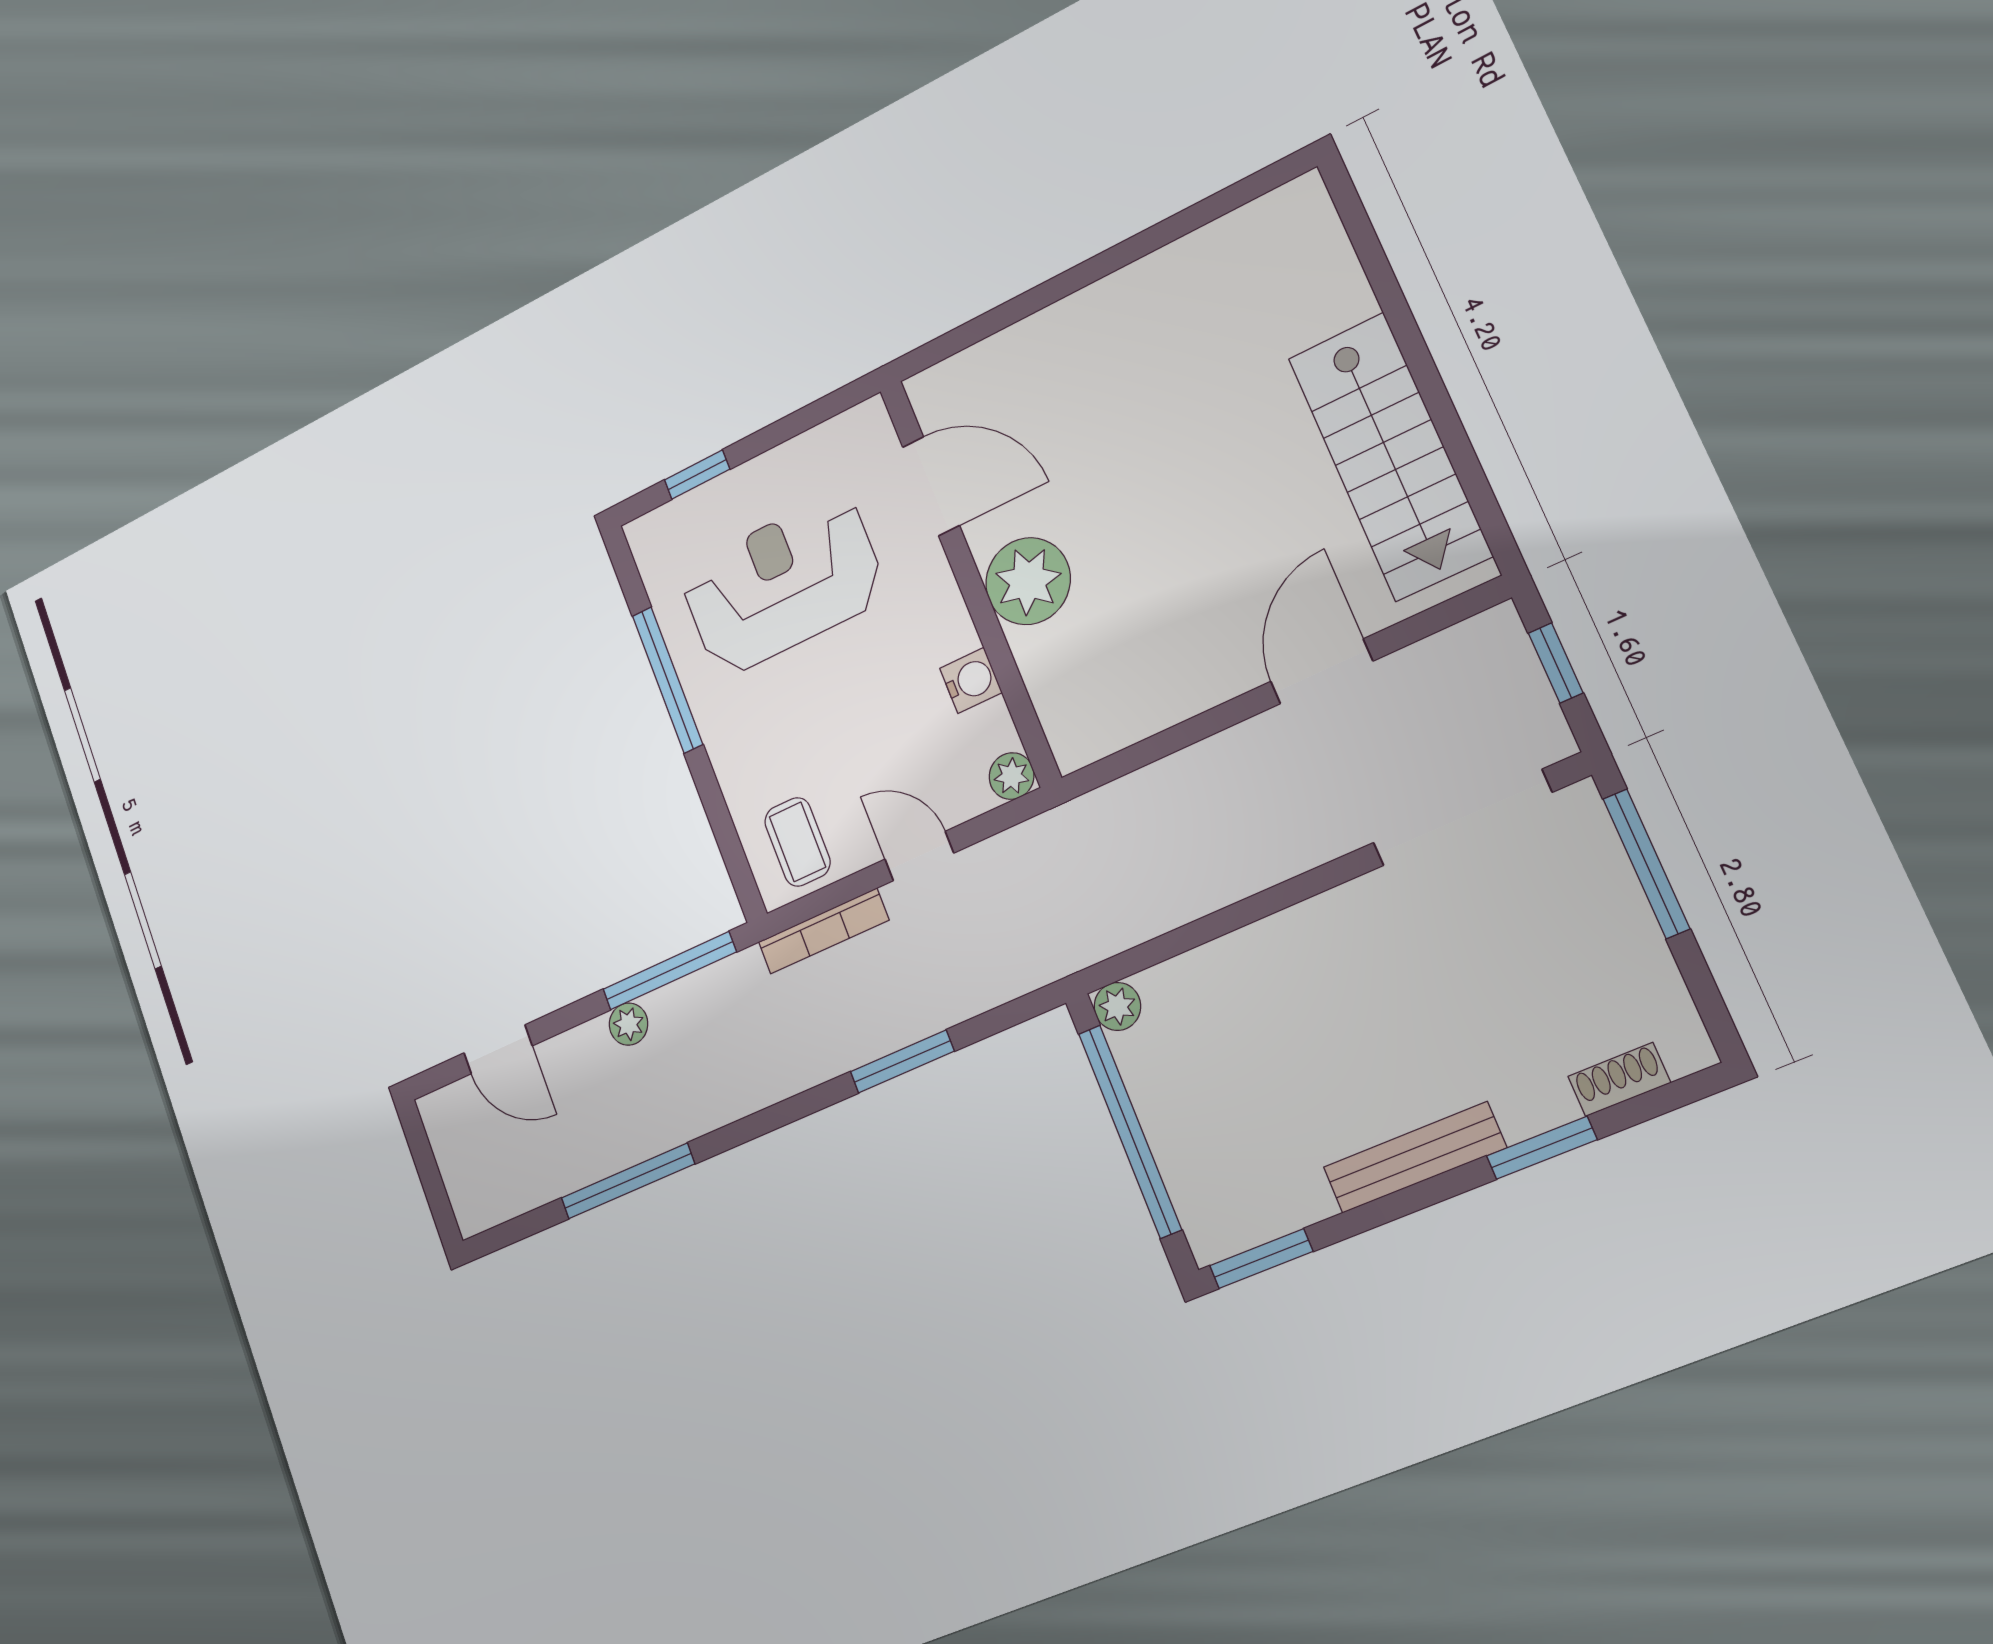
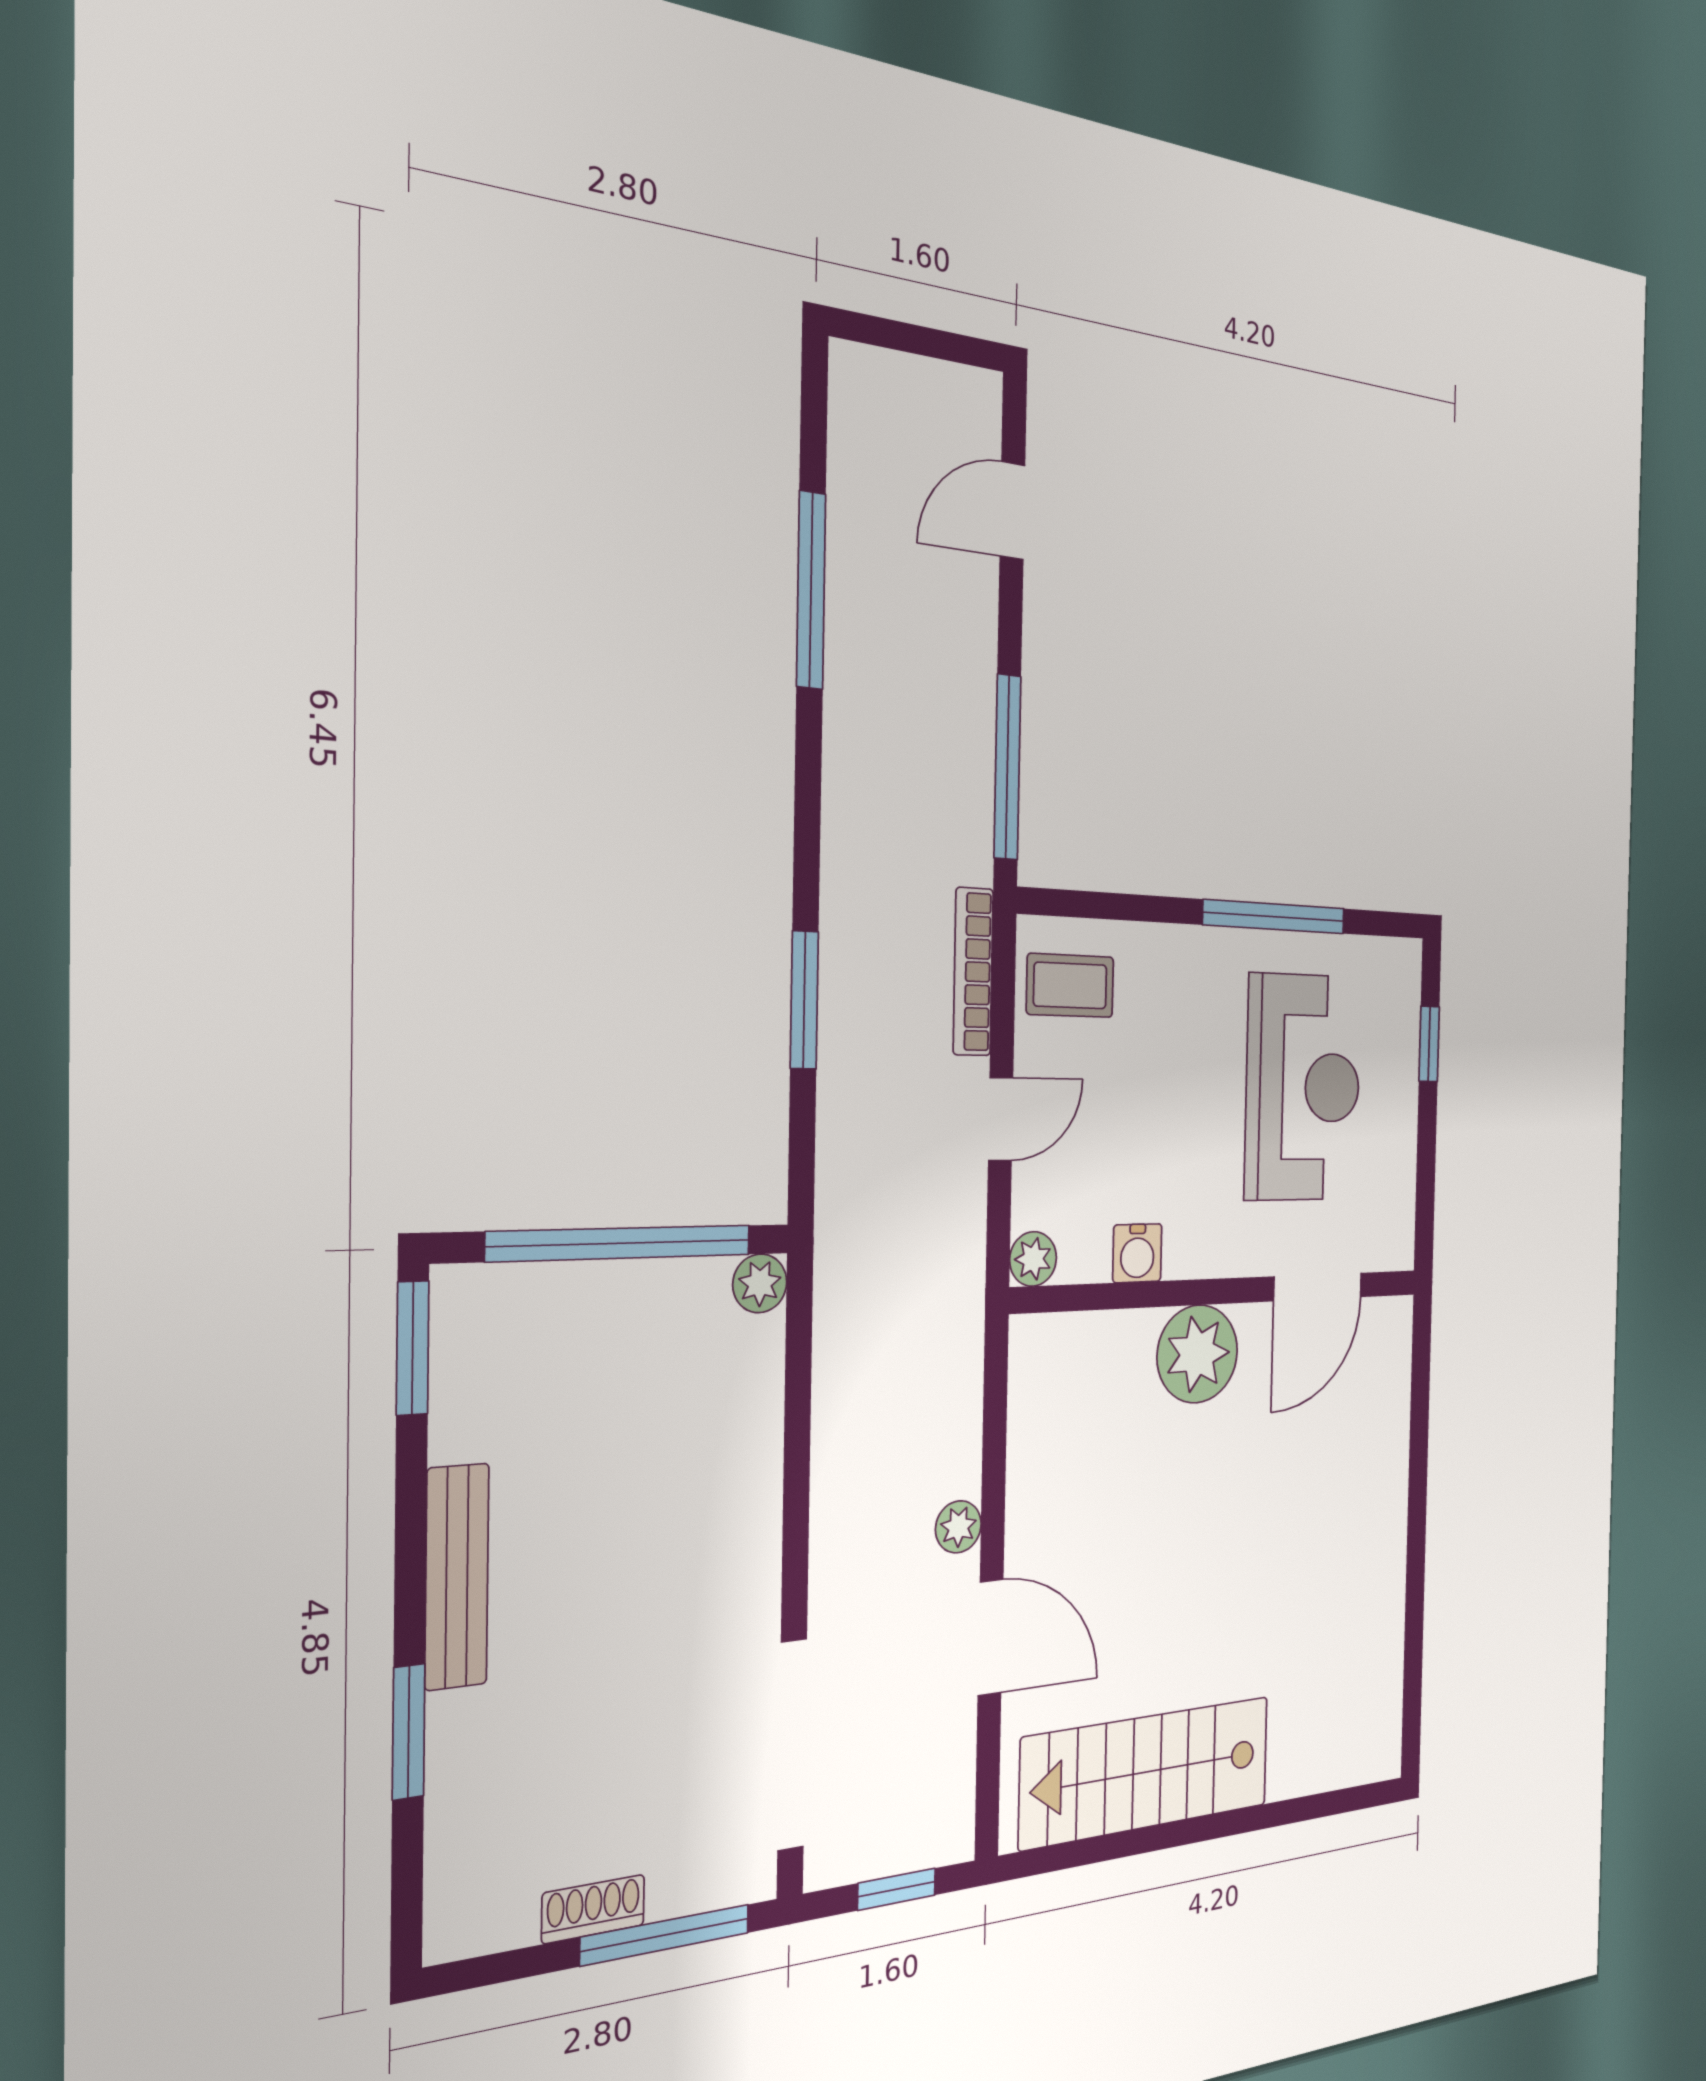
plant: (629, 1024) -> (958, 1527), moved
shoe rack: (1619, 1080) -> (593, 1909), moved, turned -90

